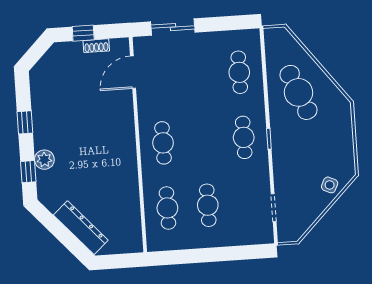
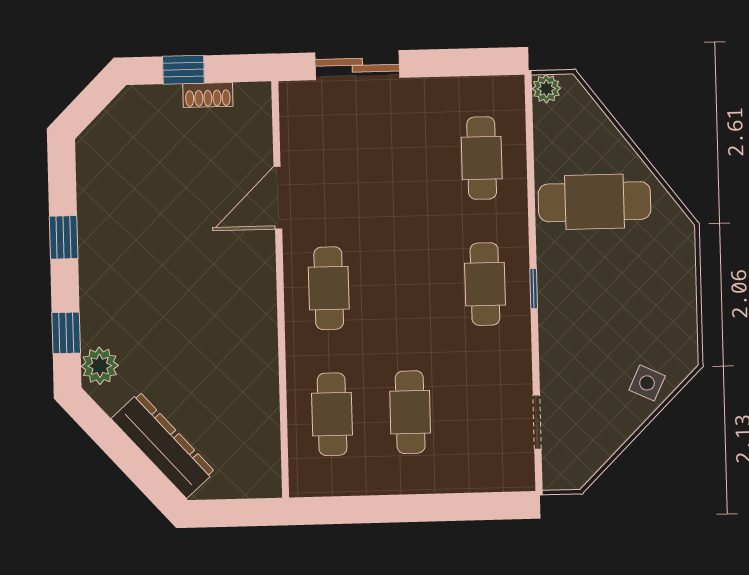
plant: (271, 35) -> (546, 89), added
door: (133, 72) -> (278, 198), moved
cafe table: (299, 92) -> (594, 202), turned -68
plant: (44, 160) -> (100, 366), moved

